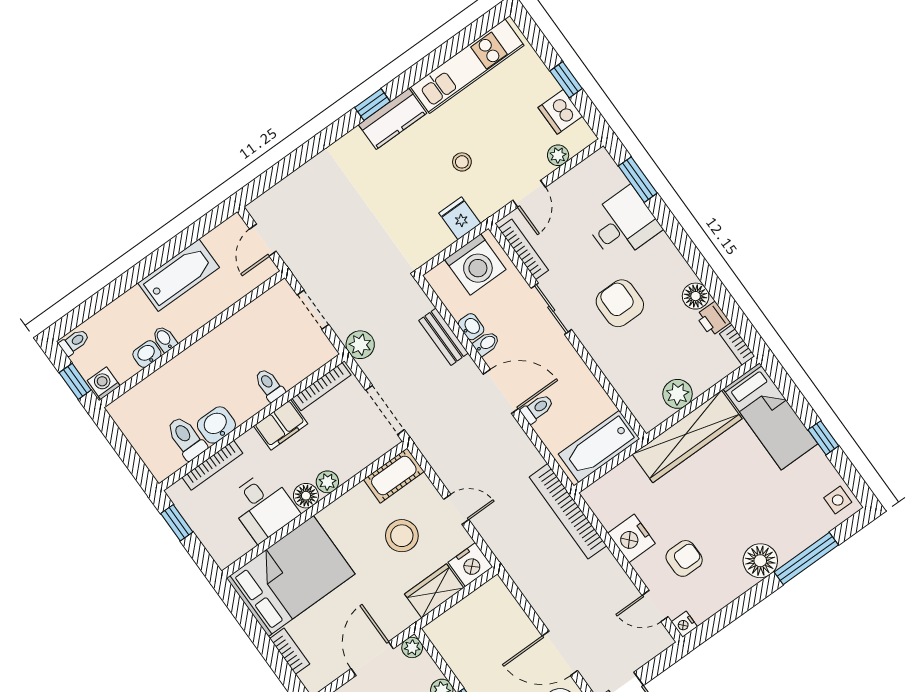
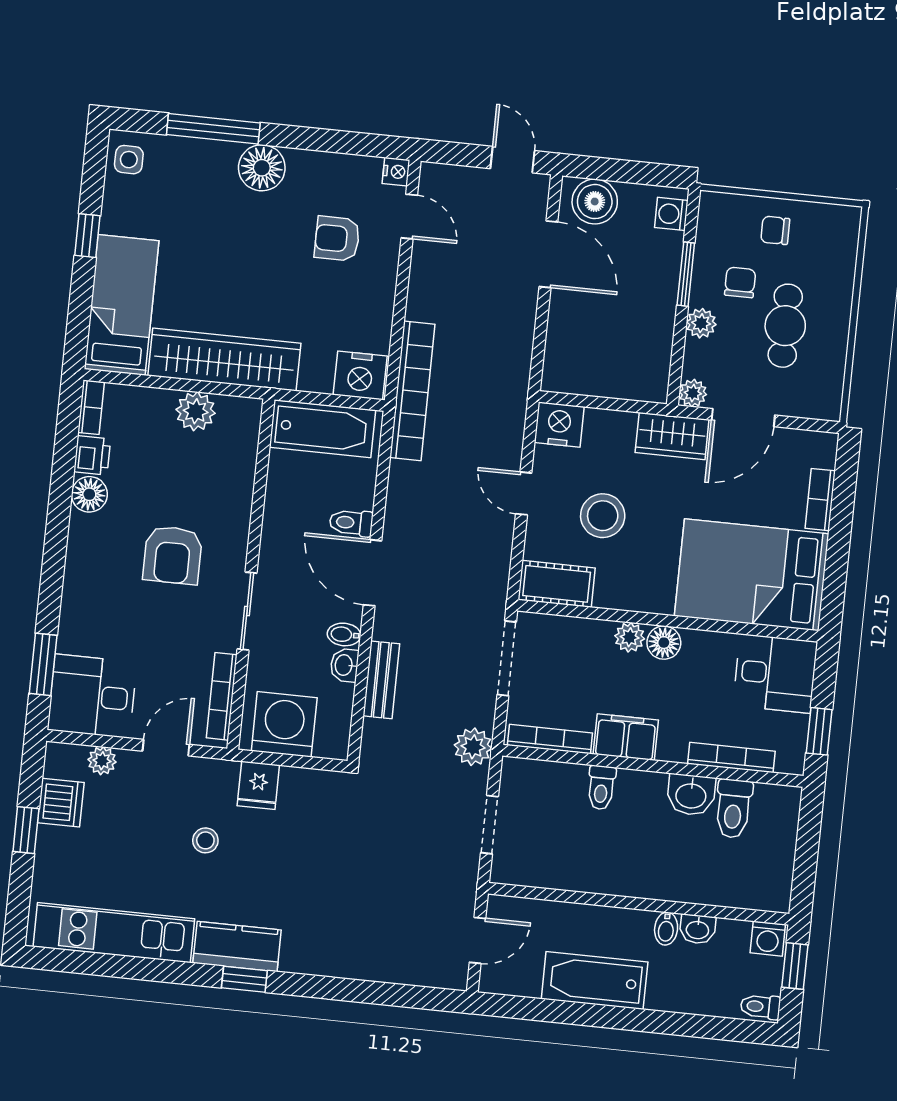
desk: (623, 224) -> (92, 696), moved
desk: (263, 506) -> (775, 674), moved, turned 90
nightstand: (631, 538) -> (360, 375), moved, turned 90
wardrobe: (434, 591) -> (672, 436), moved

